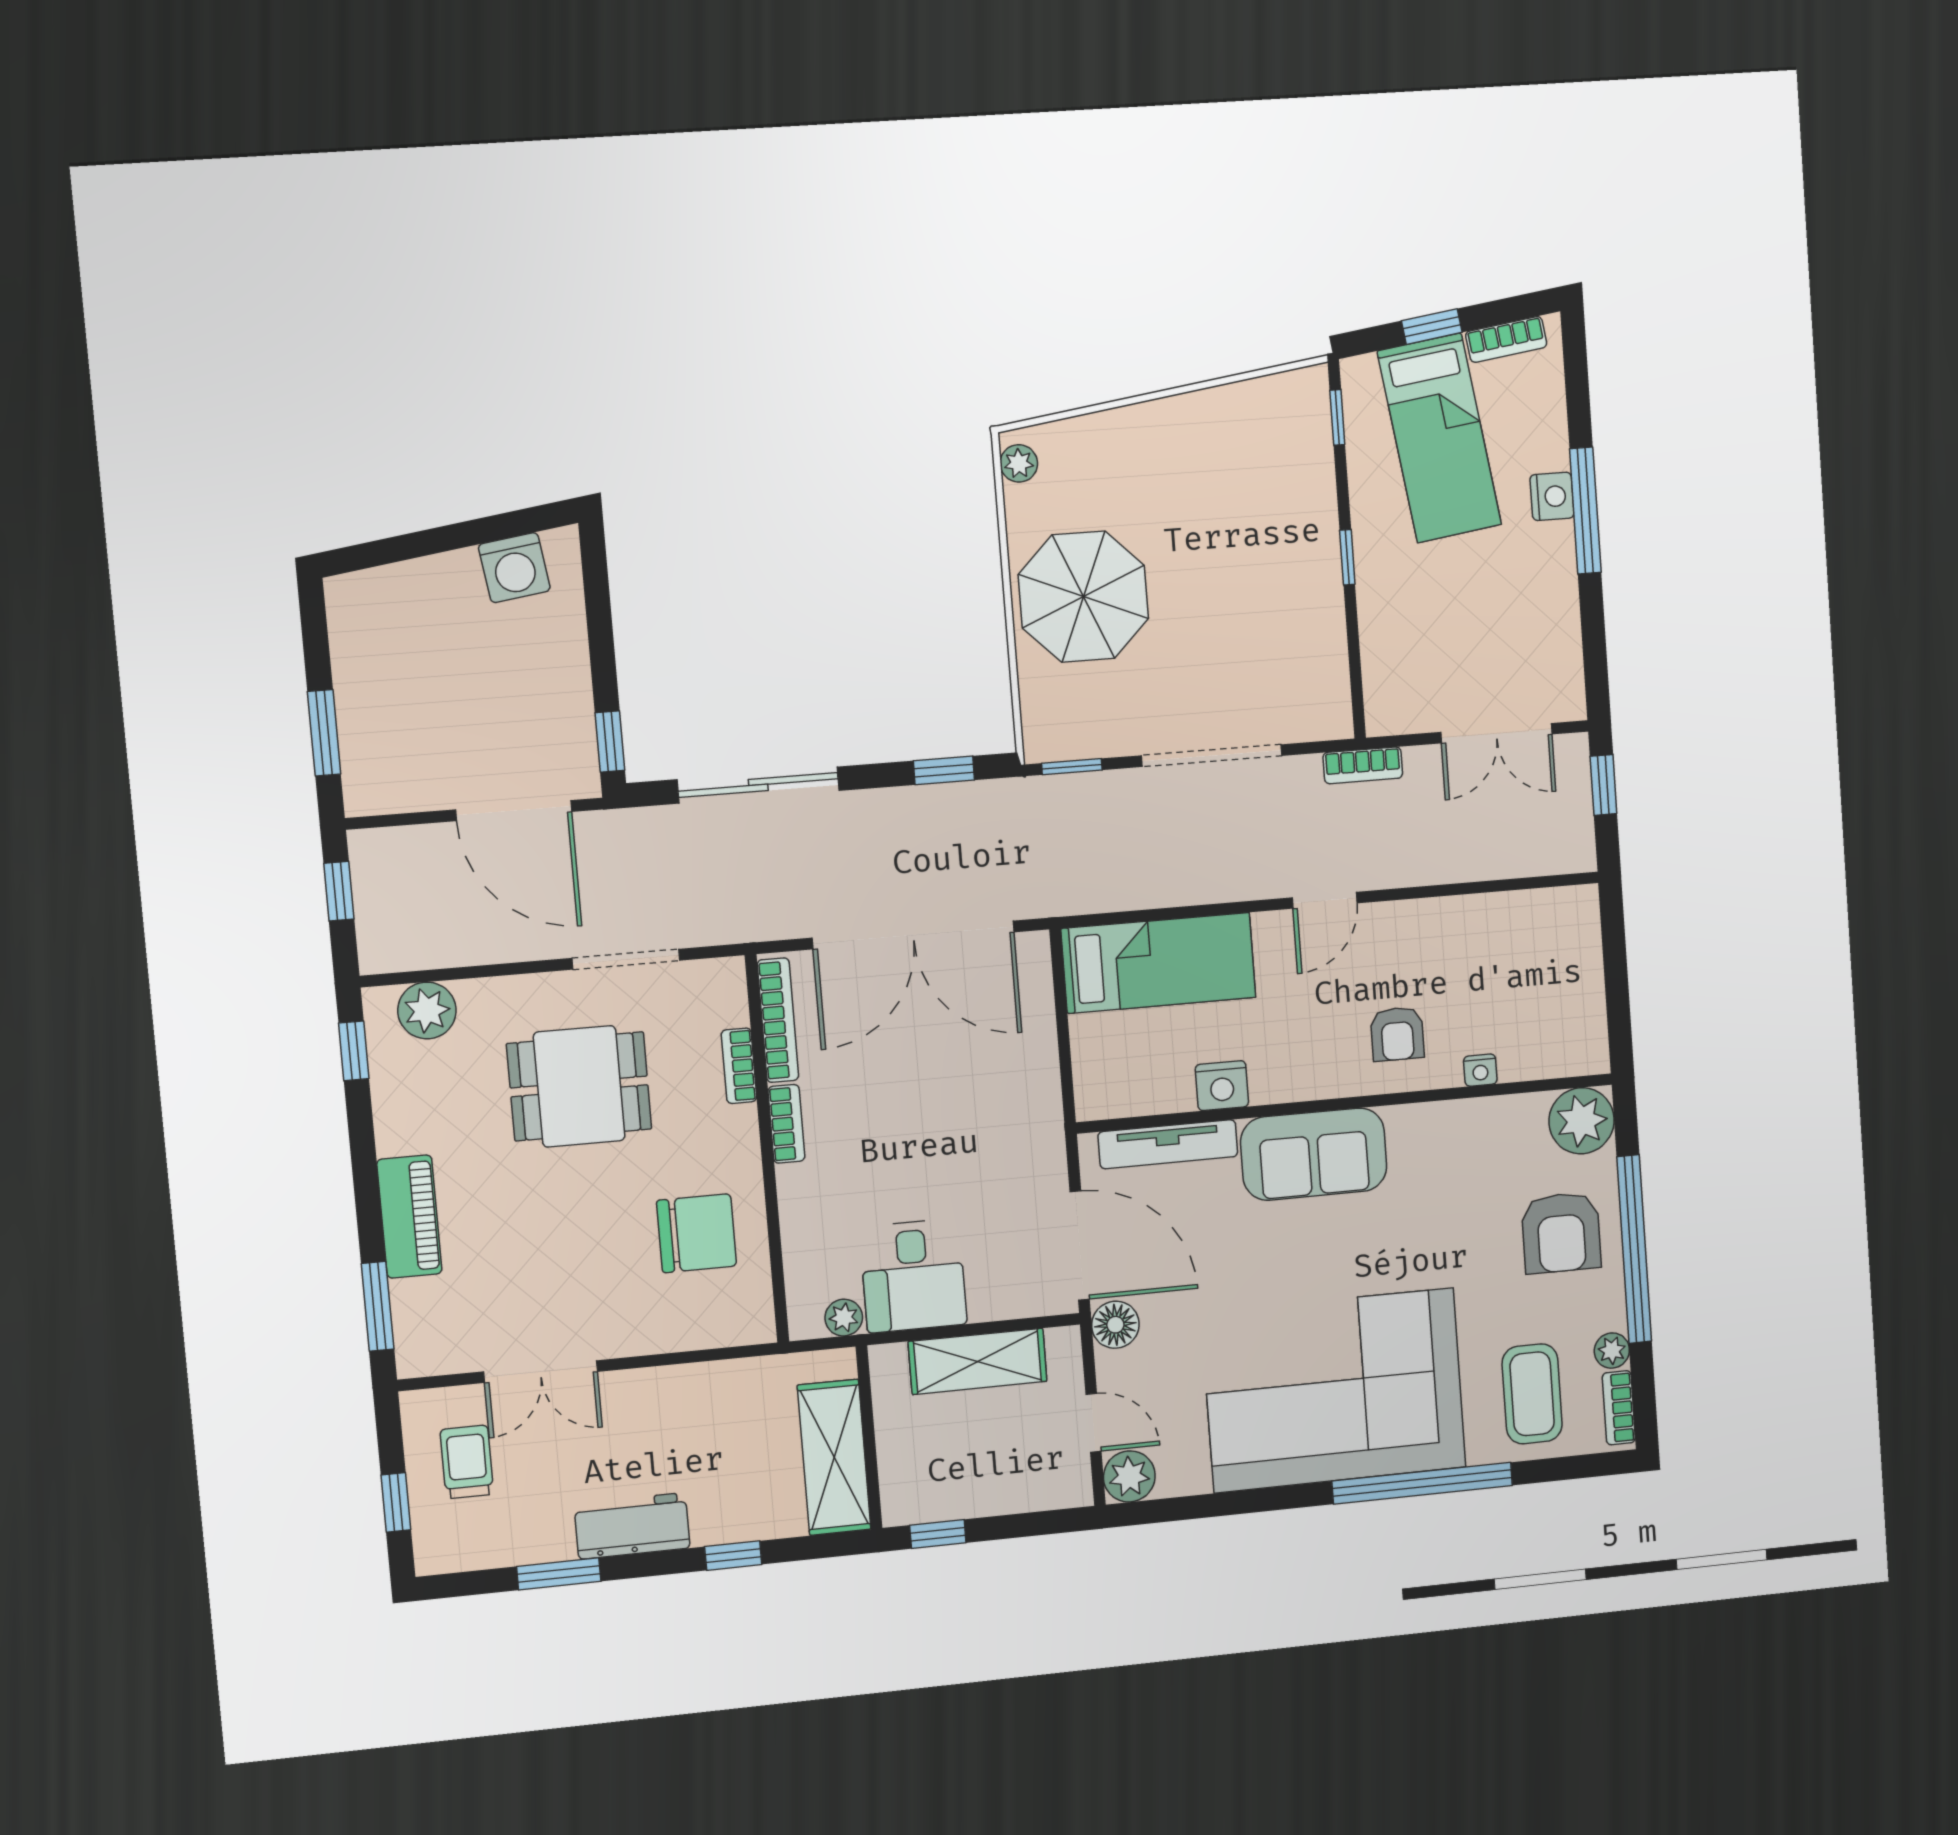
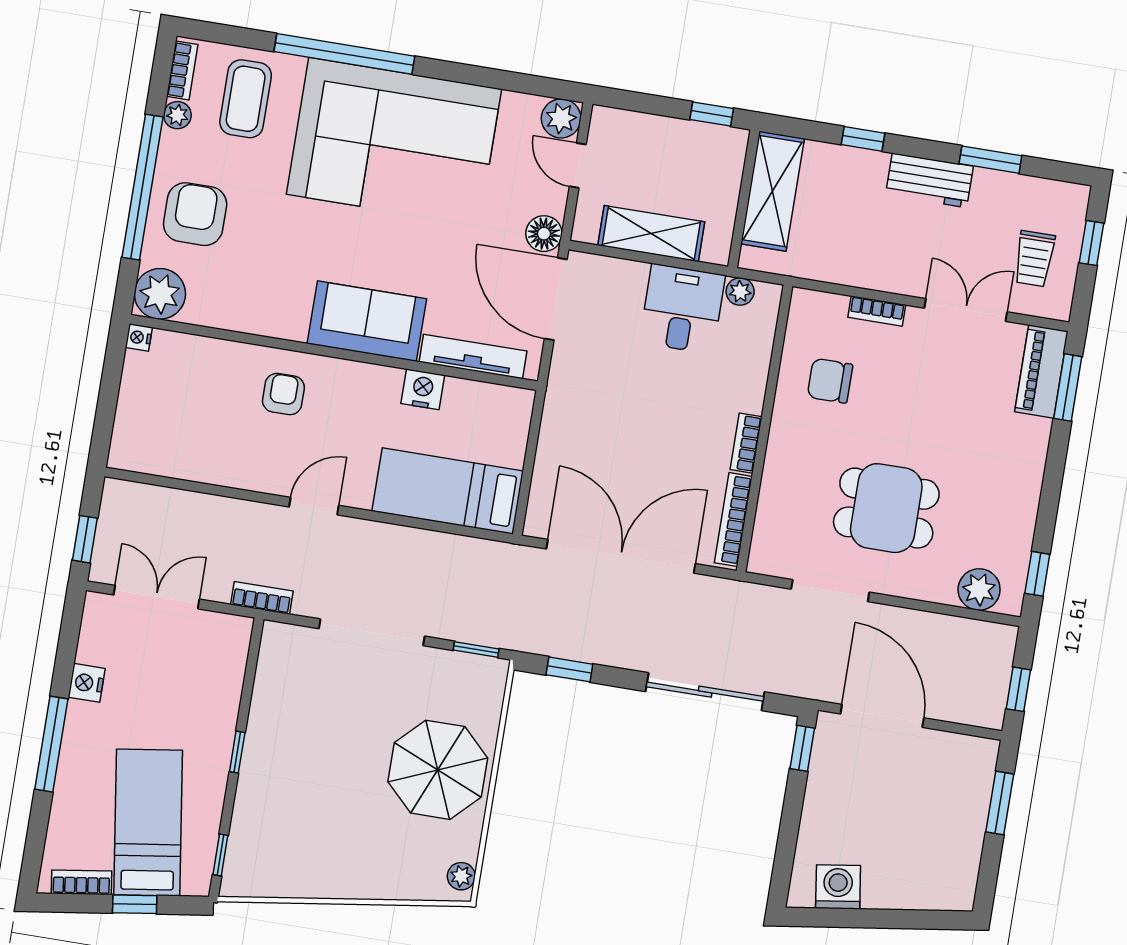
nightstand: (1552, 496) -> (87, 683), moved
bookcase: (739, 1066) -> (877, 311), moved, turned 90
nightstand: (1480, 1070) -> (139, 337), moved, turned -90
piano: (409, 1217) -> (1041, 372), moved
chair: (697, 1233) -> (830, 381), width x0.73, depth x0.73

